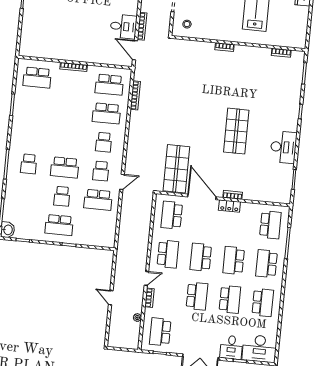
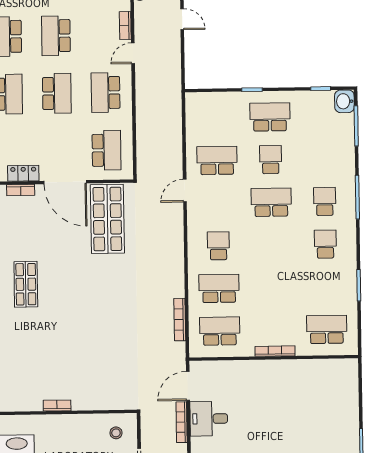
door: (135, 50) -> (188, 386), swing flipped
shop shelf: (236, 131) -> (26, 284), width x0.70, depth x0.74
school desk: (101, 171) -> (325, 244), moved

